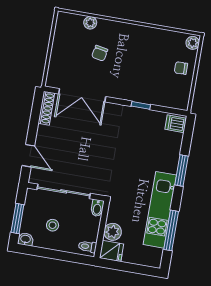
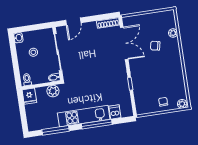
double door: (82, 95) -> (124, 43), swing flipped
dishwasher: (176, 124) -> (115, 112), moved
window: (181, 171) -> (97, 124), width x1.44
kitchen unit: (160, 210) -> (84, 116), moved
window: (17, 218) -> (30, 28), removed
plant: (113, 232) -> (53, 91), moved

